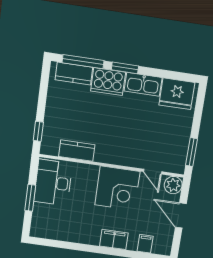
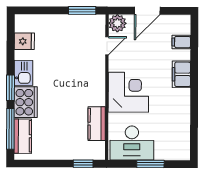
kitchen sink: (143, 84) -> (23, 73), width x0.73
fridge: (177, 94) -> (24, 41), width x0.53, depth x0.75
corner desk: (117, 188) -> (128, 92), moved

